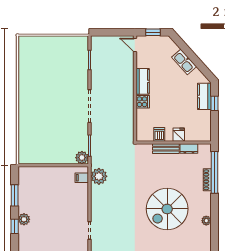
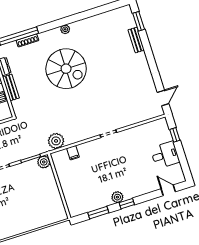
filing cabinet: (82, 178) -> (73, 153), moved

